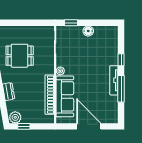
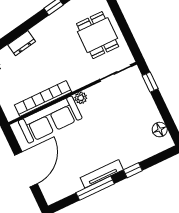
floor lamp: (88, 31) -> (160, 130), moved
dining table: (20, 56) -> (98, 35), moved

